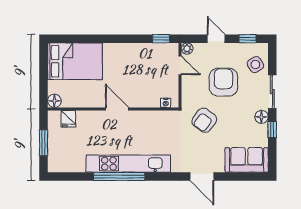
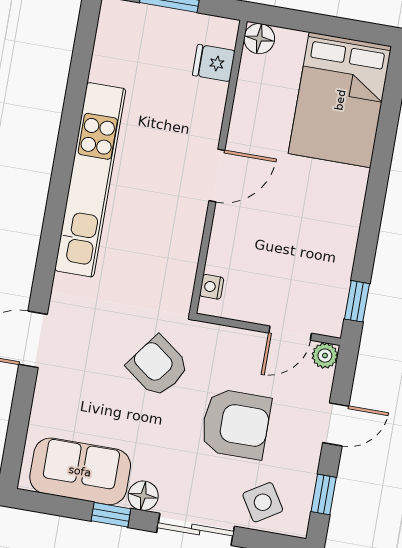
sofa: (247, 160) -> (80, 471), moved, turned -90
window: (119, 176) -> (65, 154), removed

